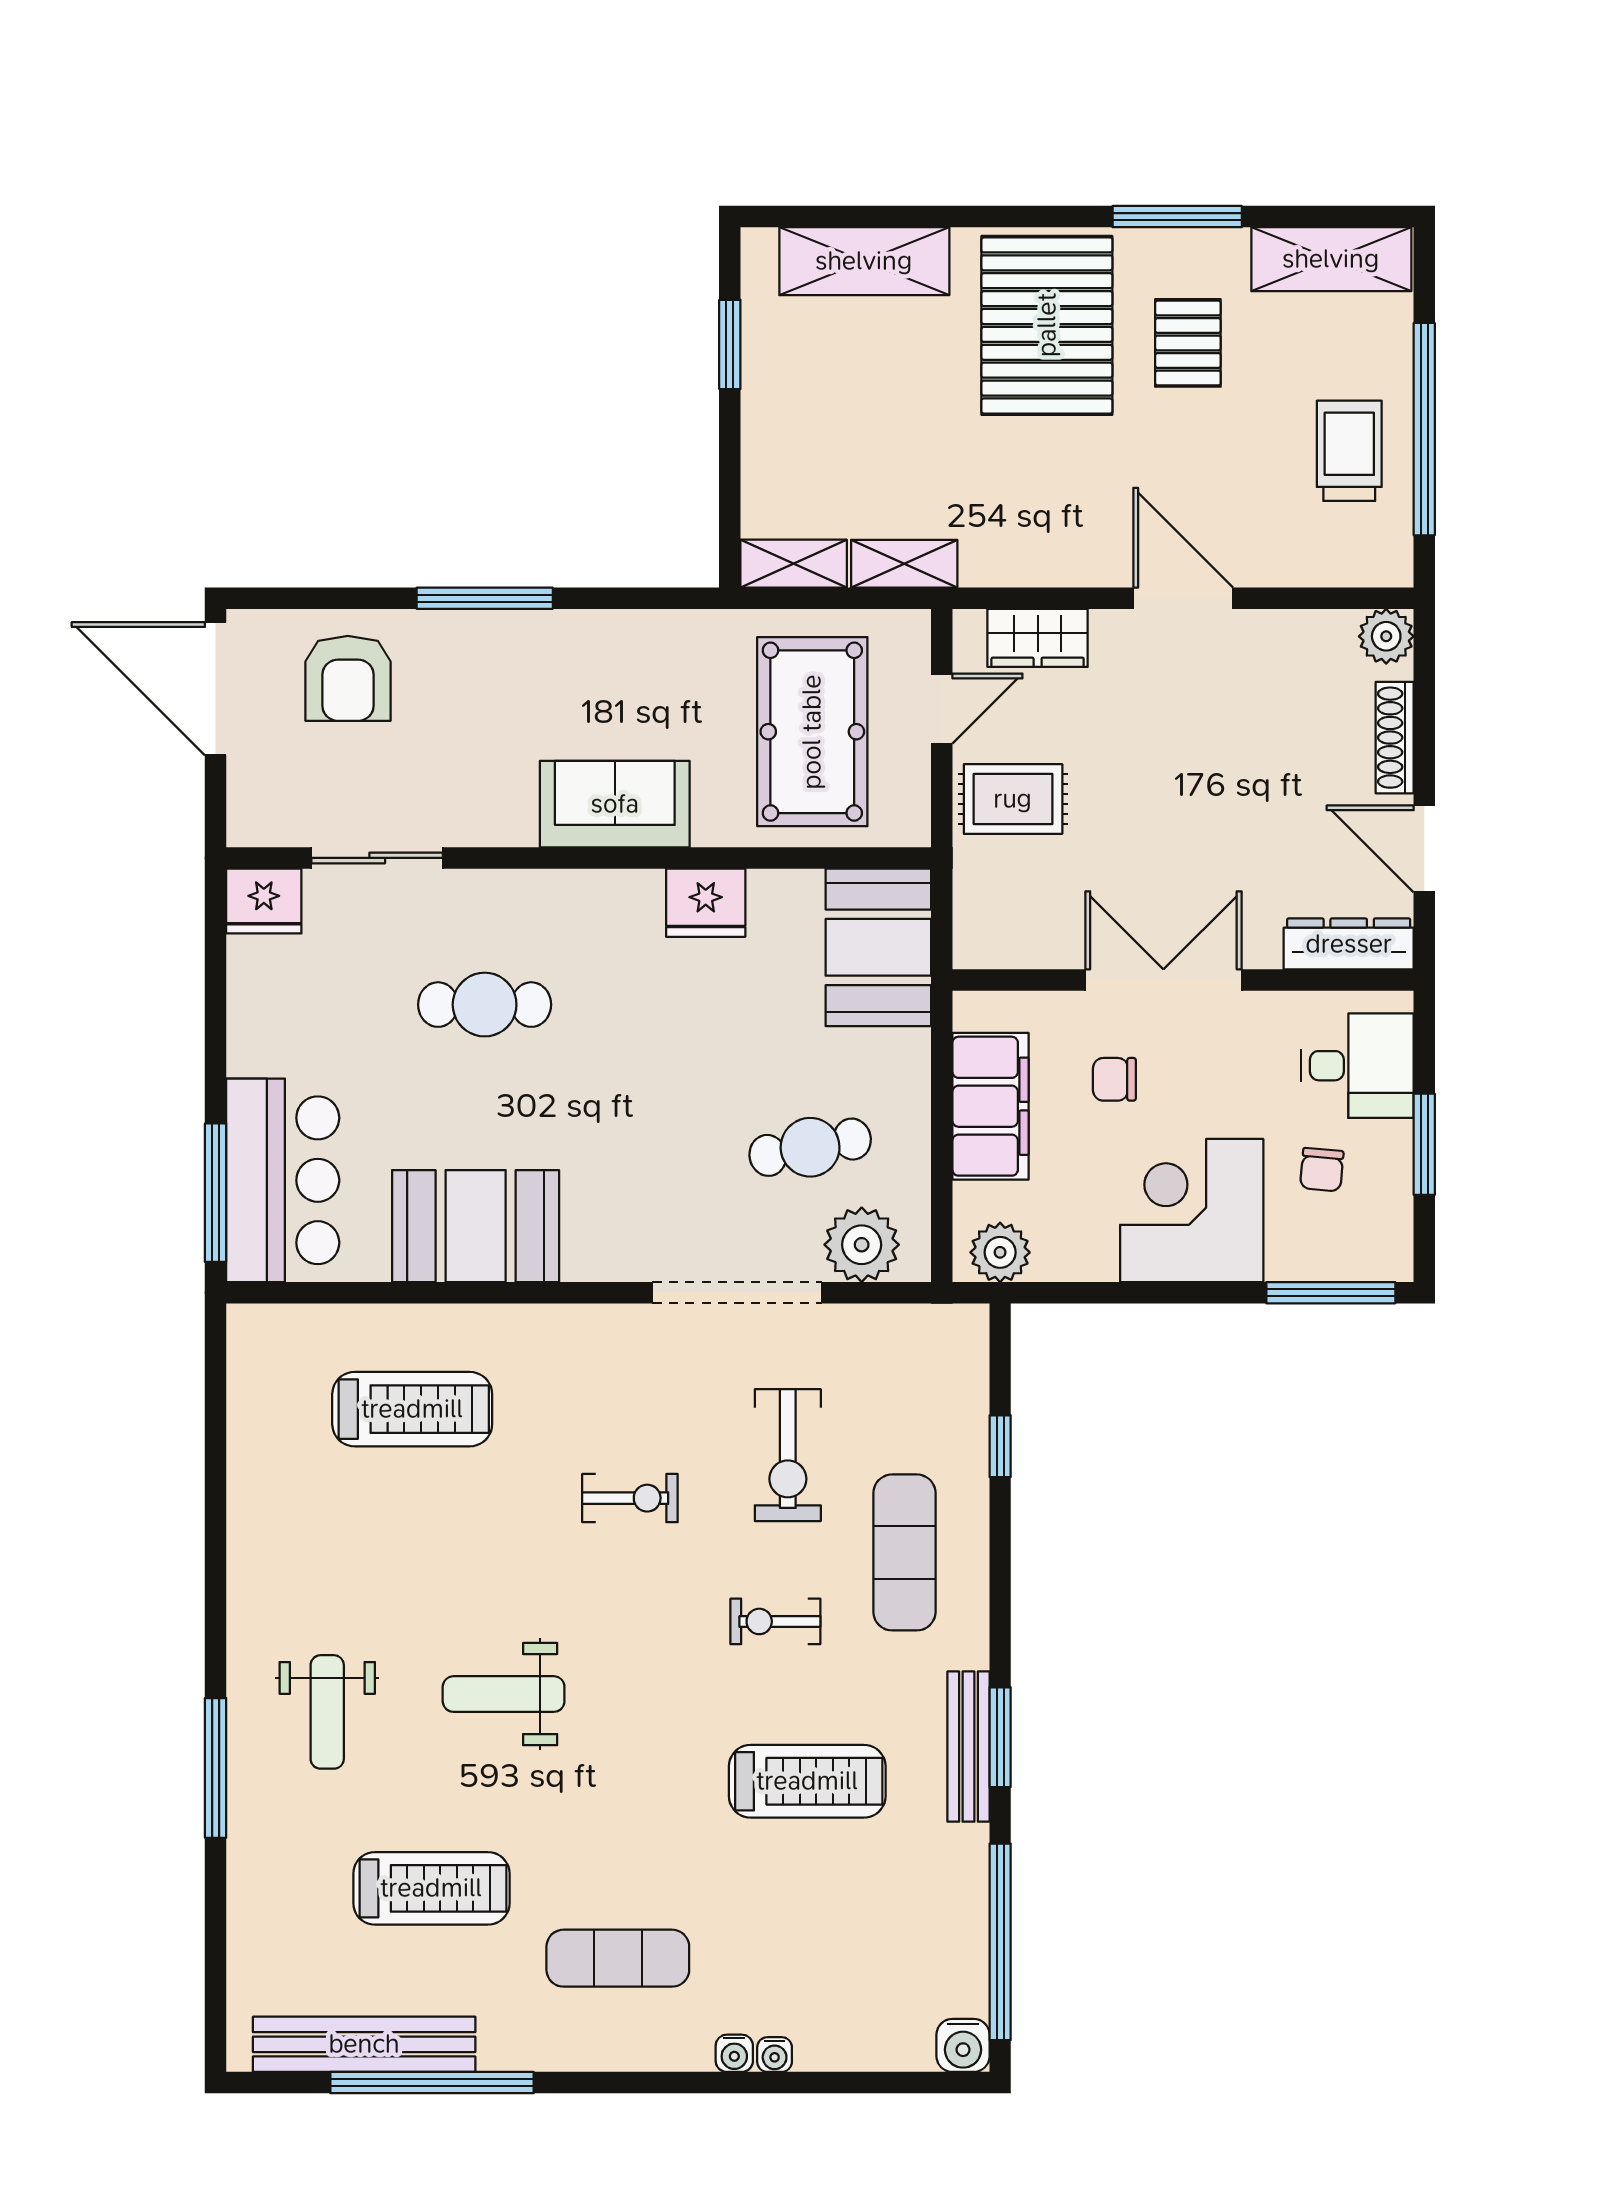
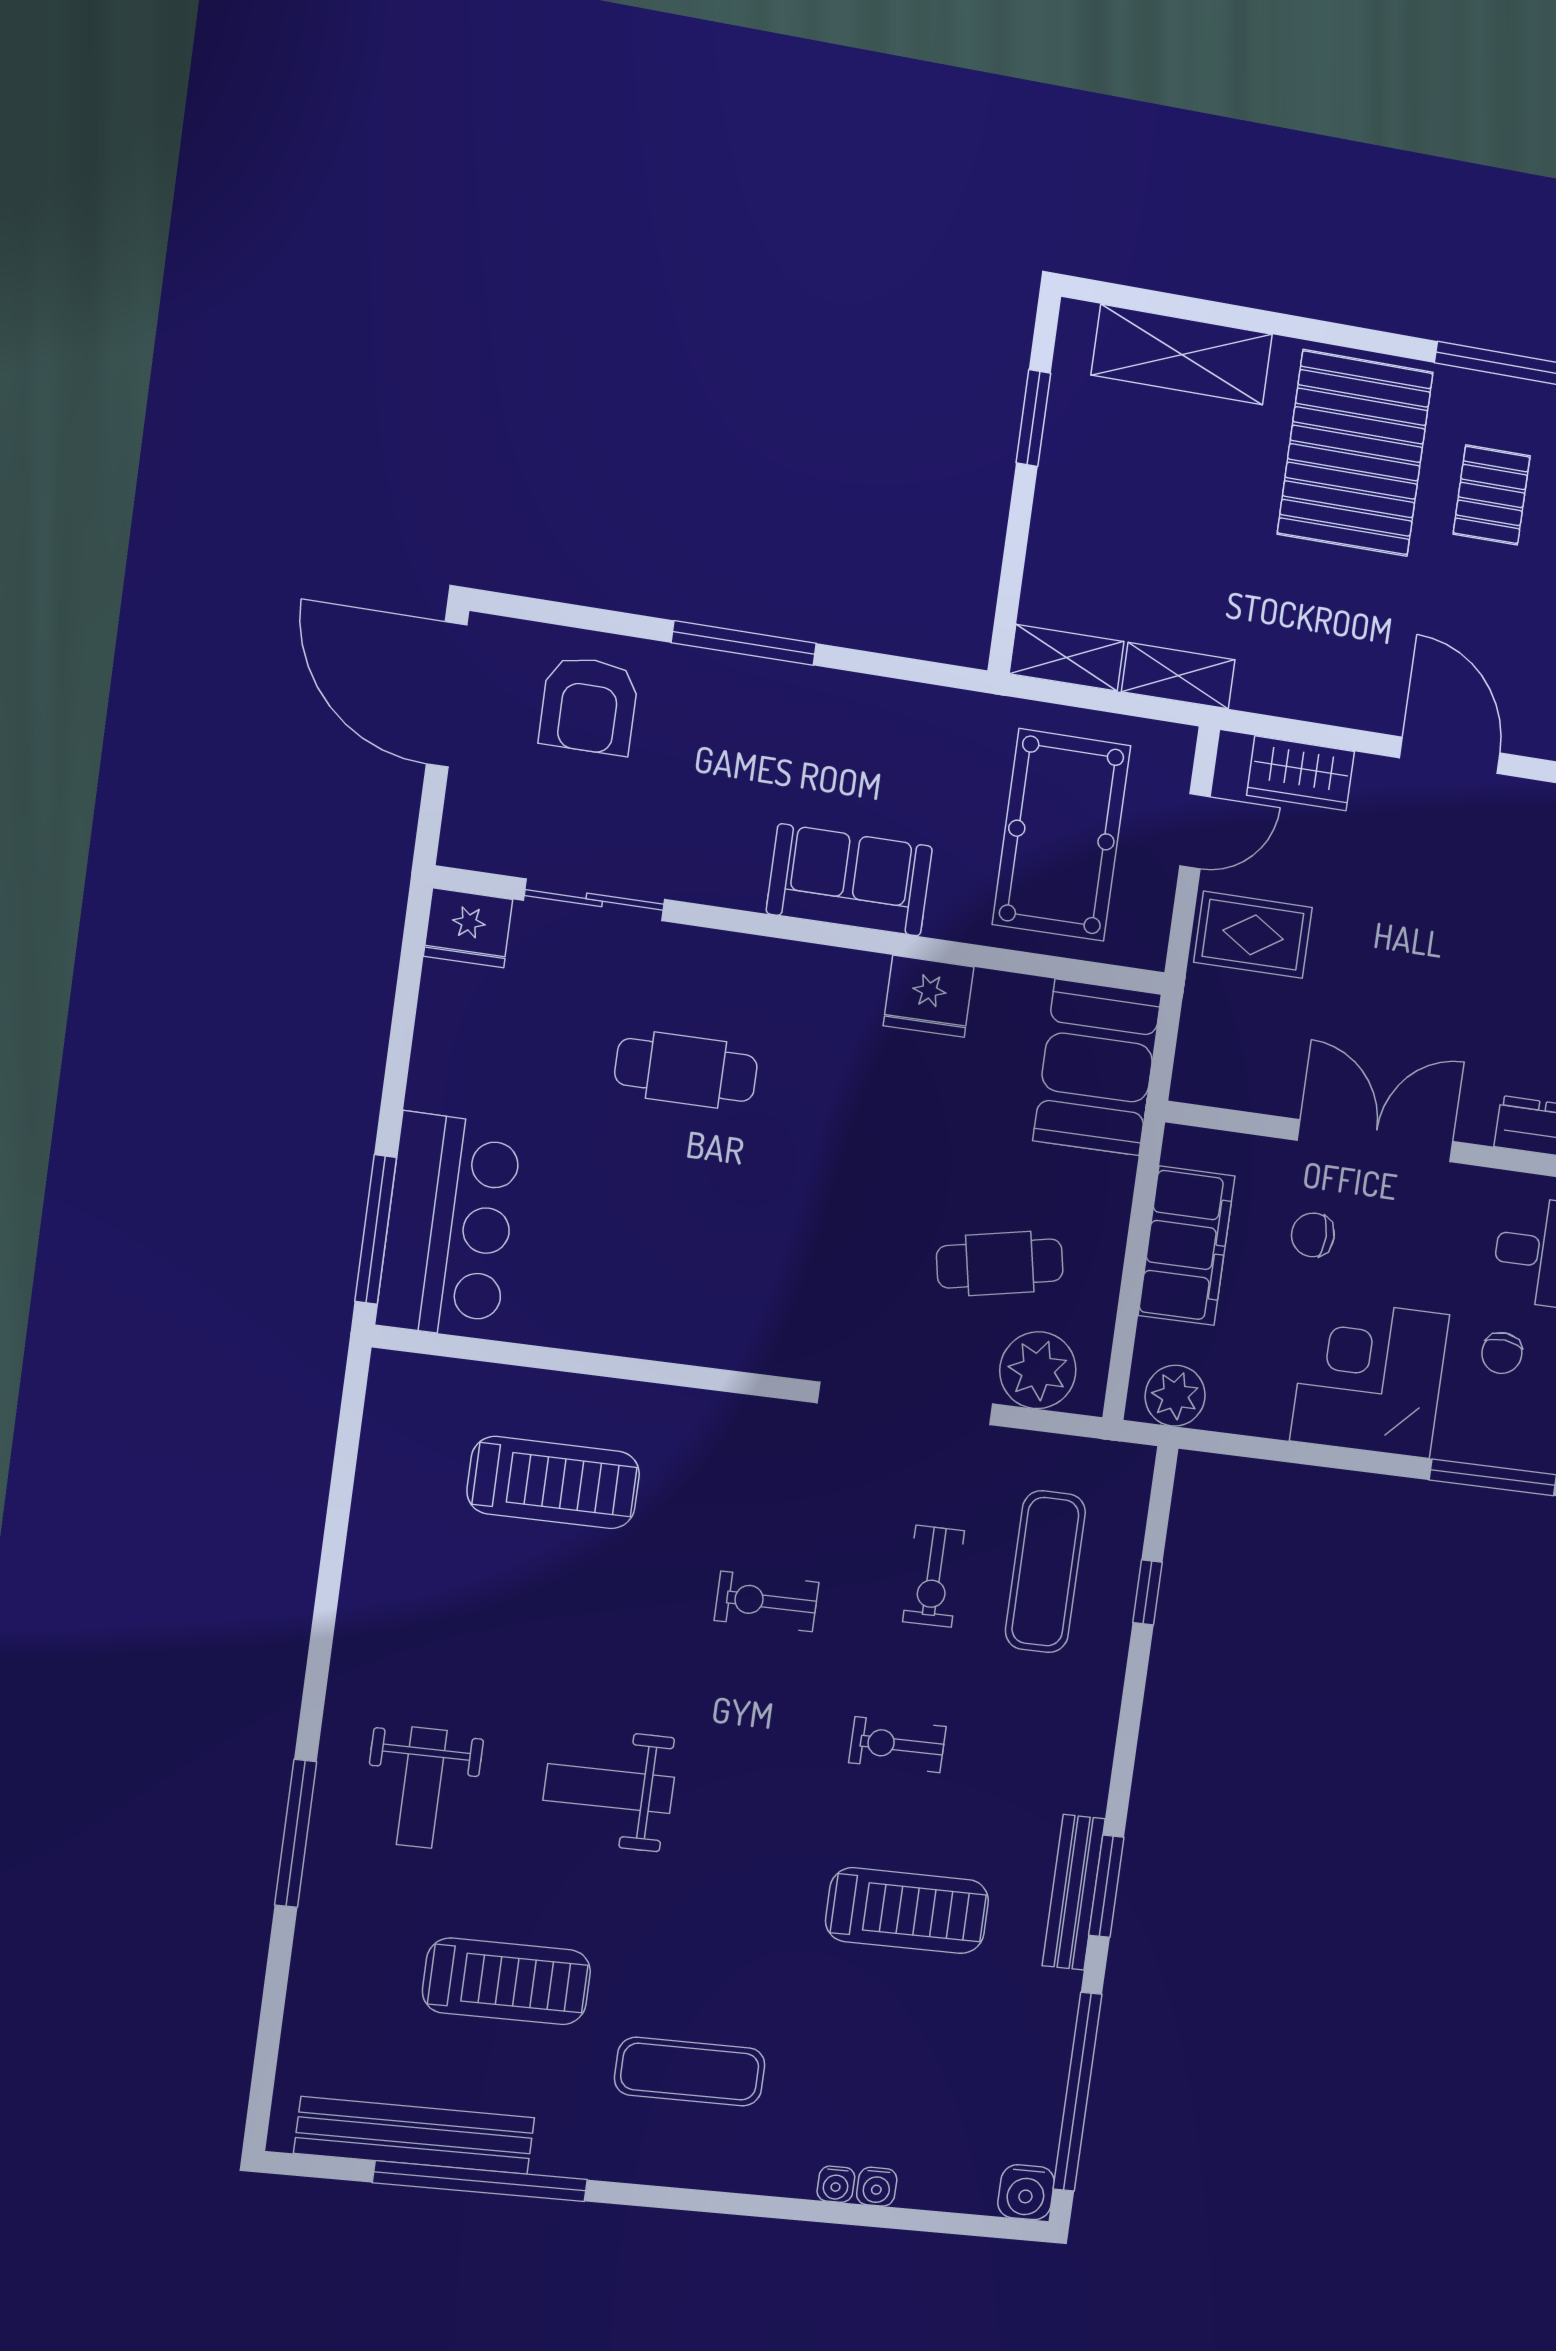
booth: (476, 1226) -> (645, 1300), removed
exercise bike: (788, 1455) -> (934, 1576), width x0.73, depth x0.72
exercise bike: (630, 1498) -> (767, 1601), turned 180
exercise mat: (904, 1552) -> (1045, 1572), moved
water cooler: (734, 2053) -> (877, 2187), moved

